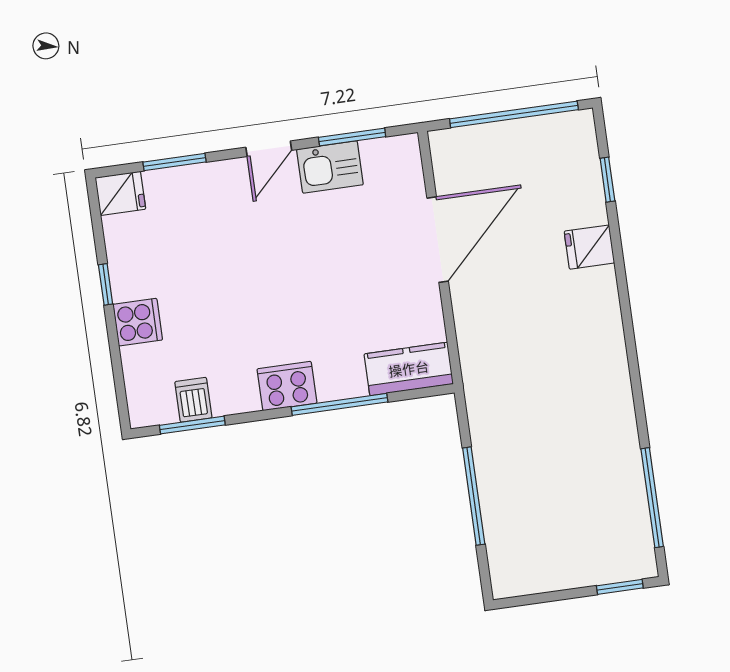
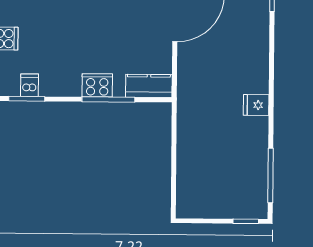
fridge: (589, 247) -> (256, 105), moved
cooker: (287, 386) -> (97, 85), moved
window: (474, 496) -> (174, 160), removed

